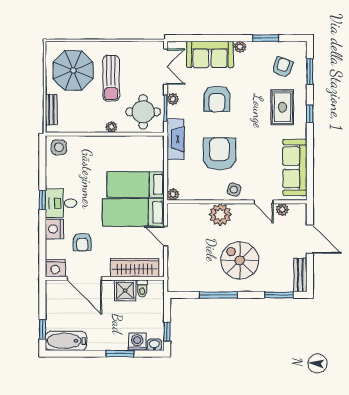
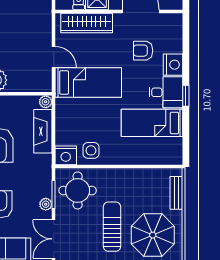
plant: (111, 127) -> (112, 174), removed
fireplace: (175, 139) -> (43, 131), moved
side table: (59, 147) -> (91, 150), moved
bed: (136, 184) -> (152, 123), moved, turned 180
armchair: (82, 242) -> (143, 51), turned -90
nightstand: (55, 268) -> (66, 155), moved, turned 180

